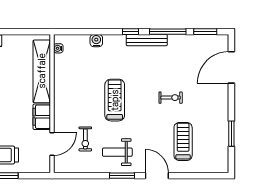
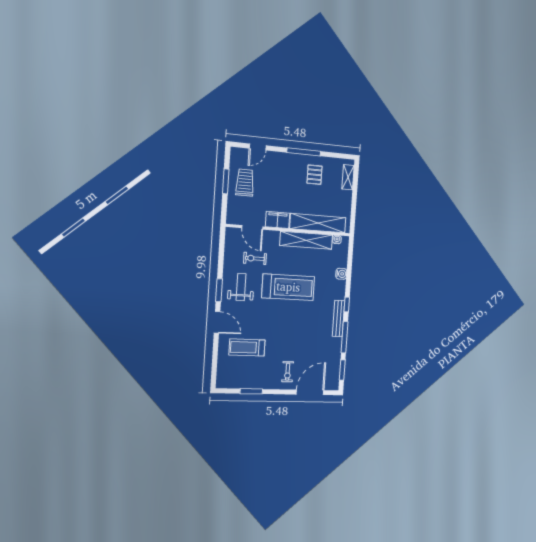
door: (231, 67) -> (310, 392), hinge flipped
shelving: (62, 83) -> (306, 240), added
exercise bike: (171, 98) -> (288, 372), moved
treadmill: (115, 100) -> (288, 287), width x1.37, depth x1.38
treadmill: (183, 142) -> (247, 347), turned 180
door: (157, 176) -> (217, 322), hinge flipped

